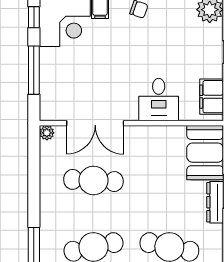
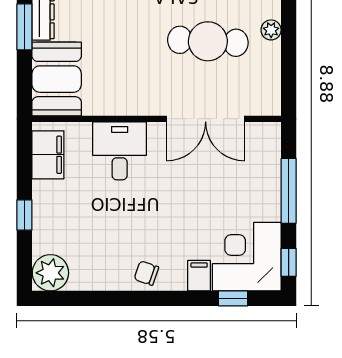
double door: (95, 123) -> (206, 119), swing flipped
plant: (47, 133) -> (271, 30), moved

